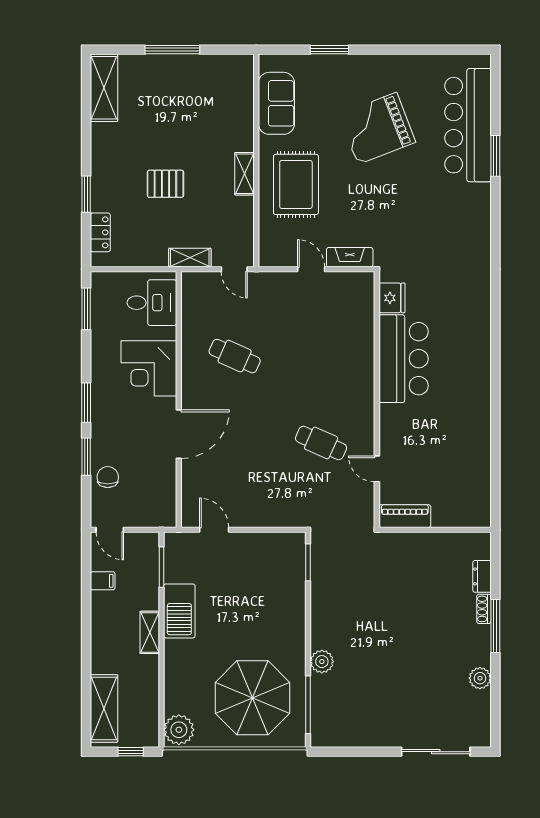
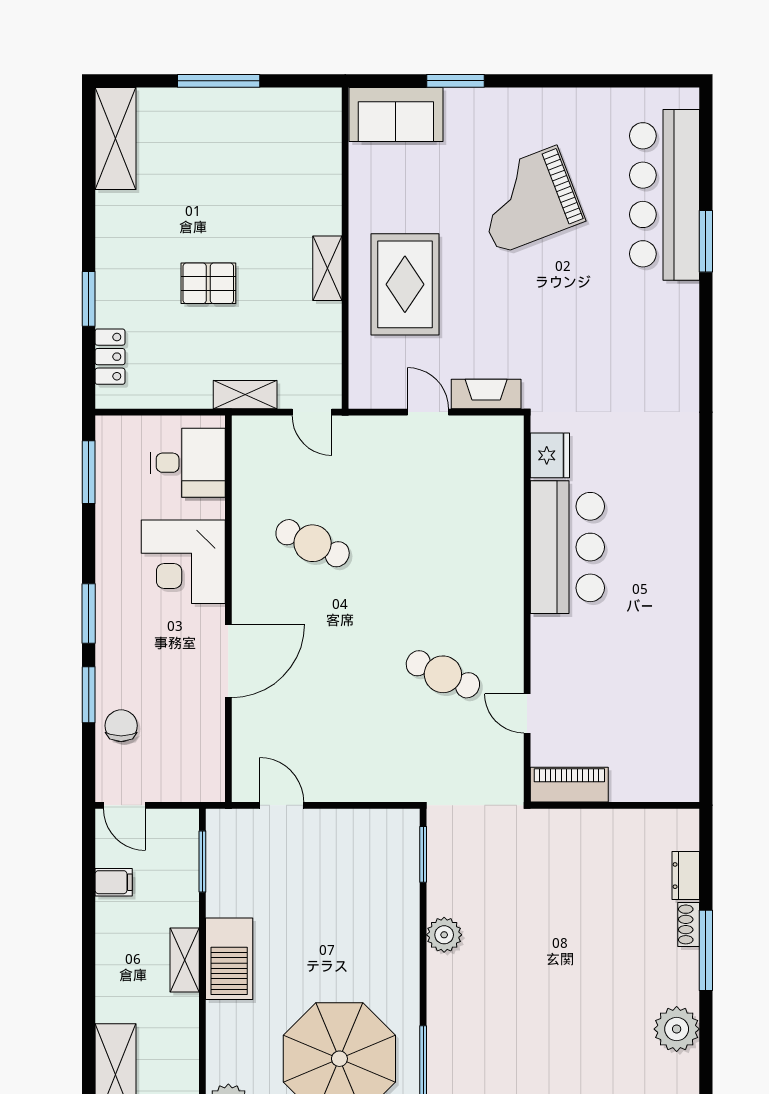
sofa: (276, 103) -> (396, 115), moved, turned 90
barbecue: (179, 611) -> (229, 959), moved
plant: (322, 662) -> (444, 935), moved
plant: (480, 678) -> (677, 1029), width x1.36, depth x1.36

